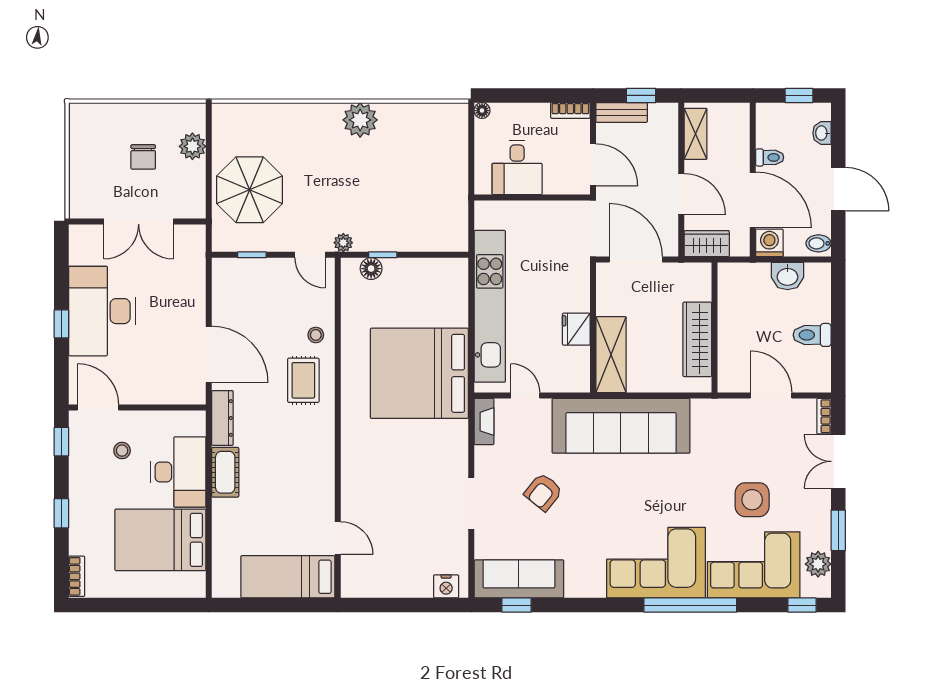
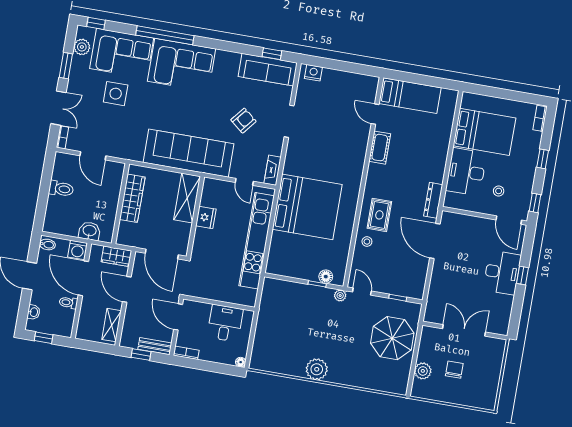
washbasin: (787, 276) -> (90, 231), moved
desk: (102, 311) -> (502, 273), width x0.73, depth x0.77
cot: (225, 472) -> (380, 148), moved

